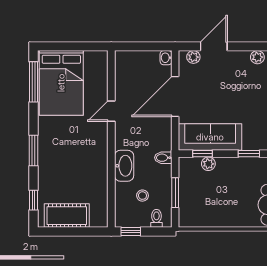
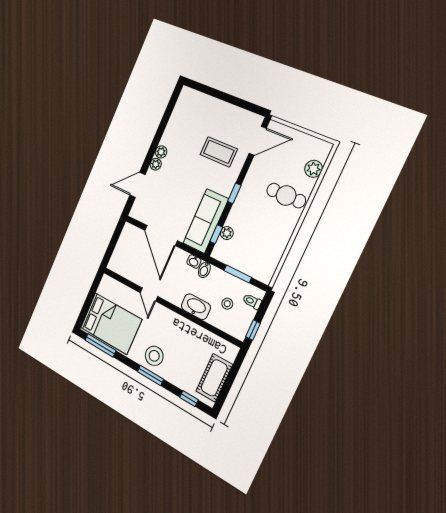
door: (214, 46) -> (137, 185), hinge flipped
plant: (193, 57) -> (156, 164), moved
washbasin: (166, 58) -> (194, 261), moved
stool: (55, 145) -> (154, 356), added

